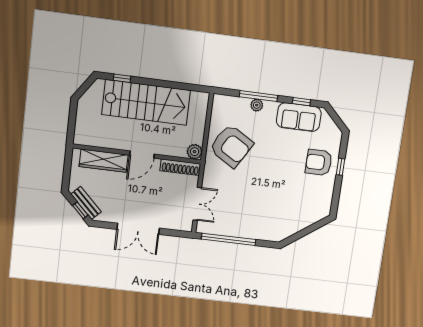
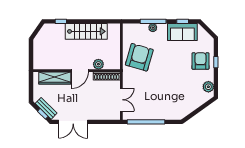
stairs: (146, 102) -> (86, 31), width x0.73, depth x0.66
armchair: (231, 146) -> (139, 57), turned -105
plant: (195, 152) -> (98, 64), moved
armchair: (319, 162) -> (200, 61), turned 90
plant: (324, 201) -> (208, 87), added
double door: (138, 229) -> (73, 122), moved

